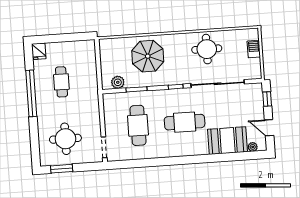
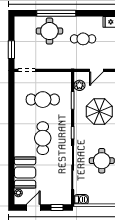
barbecue: (254, 49) -> (81, 199), moved
door: (98, 63) -> (96, 70), added
window: (31, 93) -> (56, 13), moved
round table: (65, 139) -> (49, 31), moved
window: (62, 169) -> (11, 50), moved

